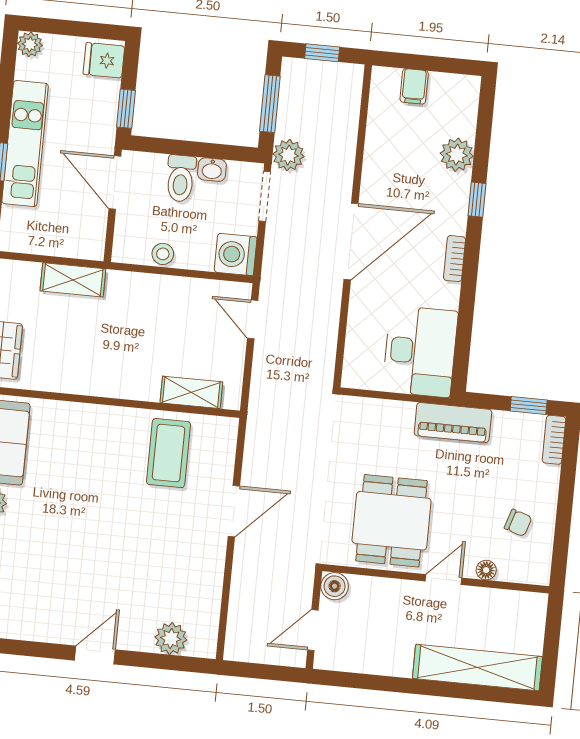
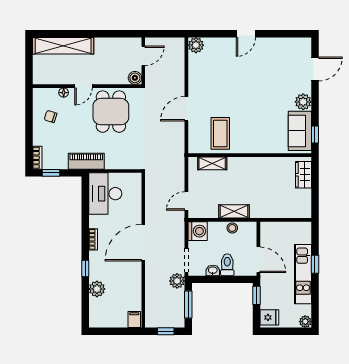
filing cabinet: (414, 86) -> (134, 319), moved
shelving: (73, 280) -> (234, 211), moved
door: (253, 319) -> (186, 201), swing flipped
plant: (171, 639) -> (196, 45), moved

